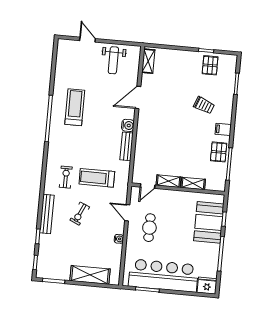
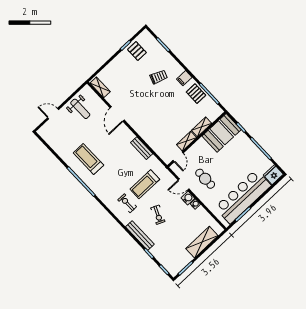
water cooler: (128, 125) -> (188, 198), moved
booth: (209, 222) -> (222, 133), moved, turned 90

